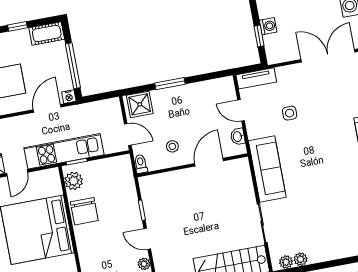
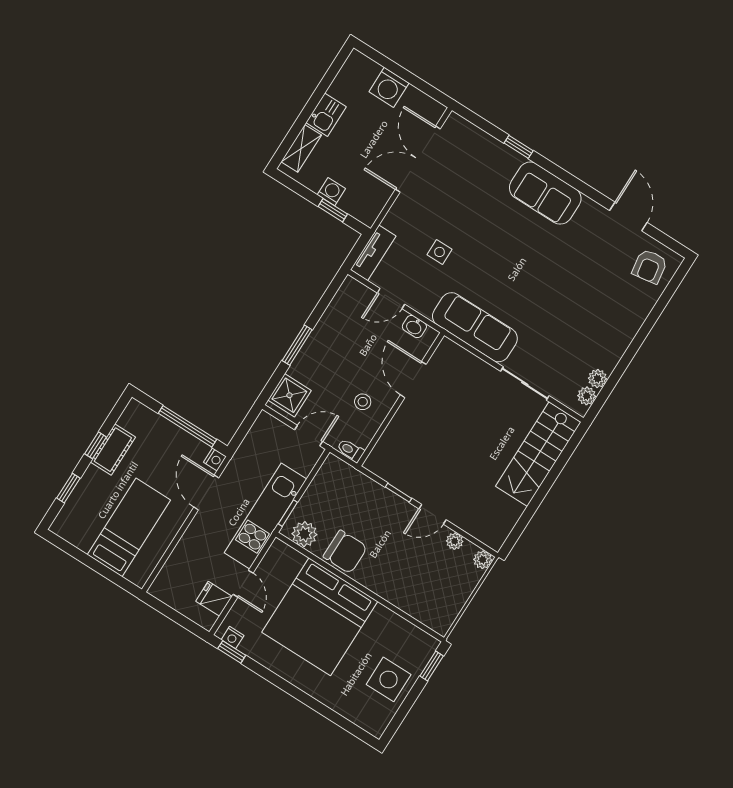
cot: (47, 33) -> (113, 450), moved

